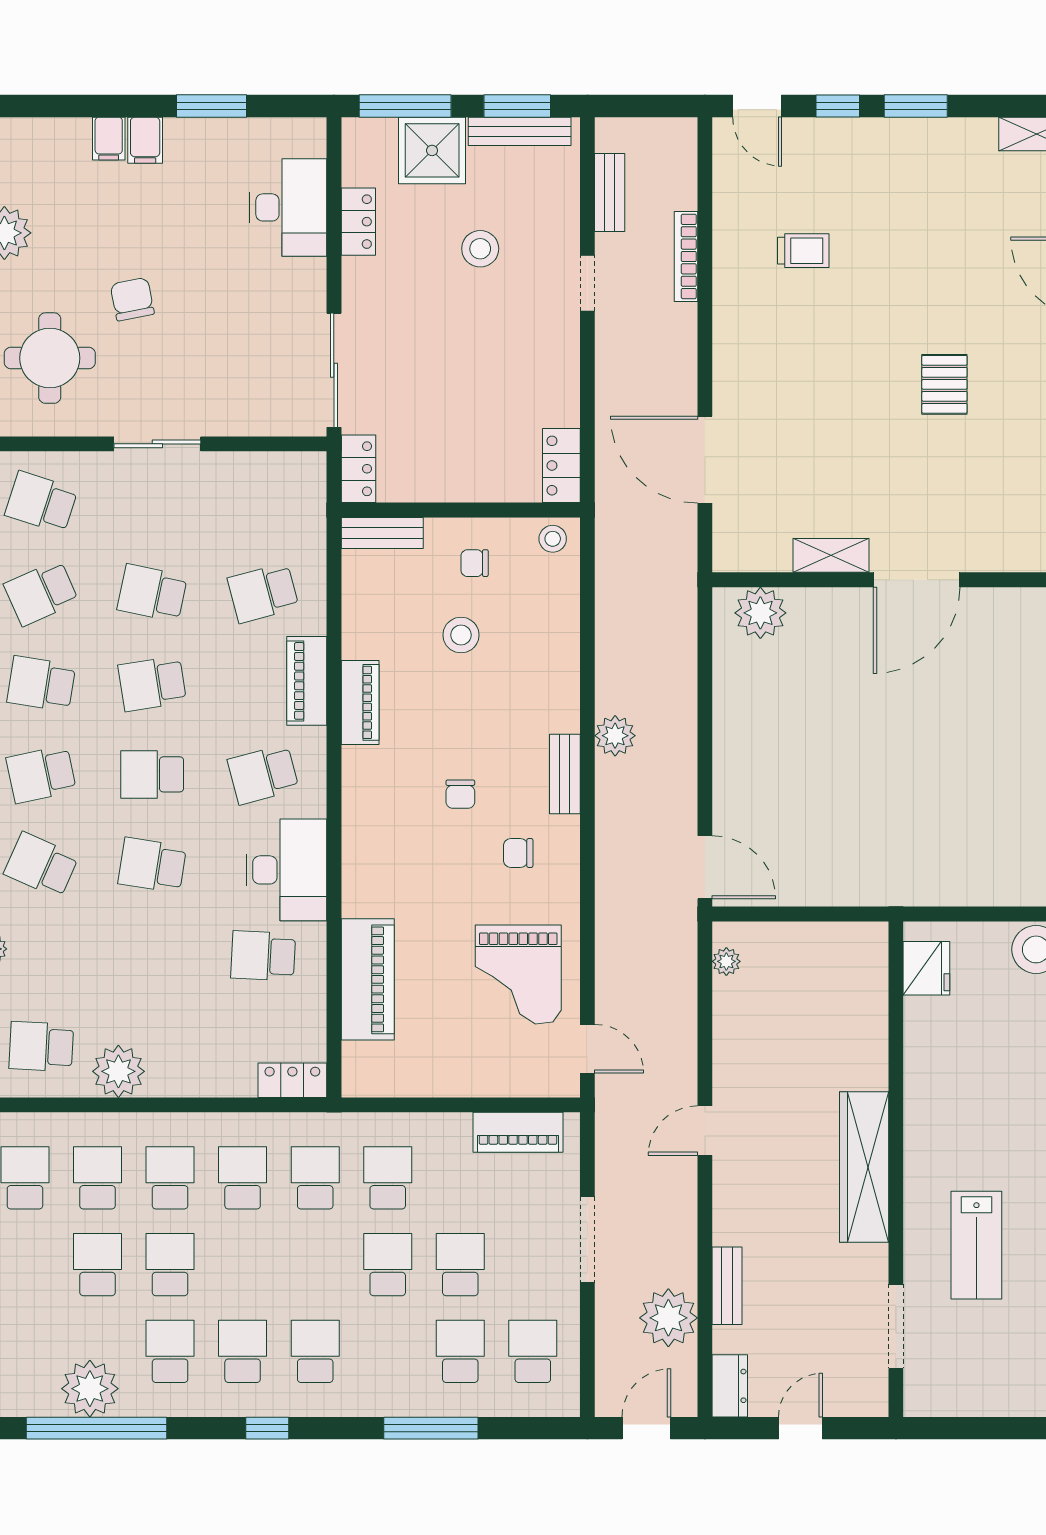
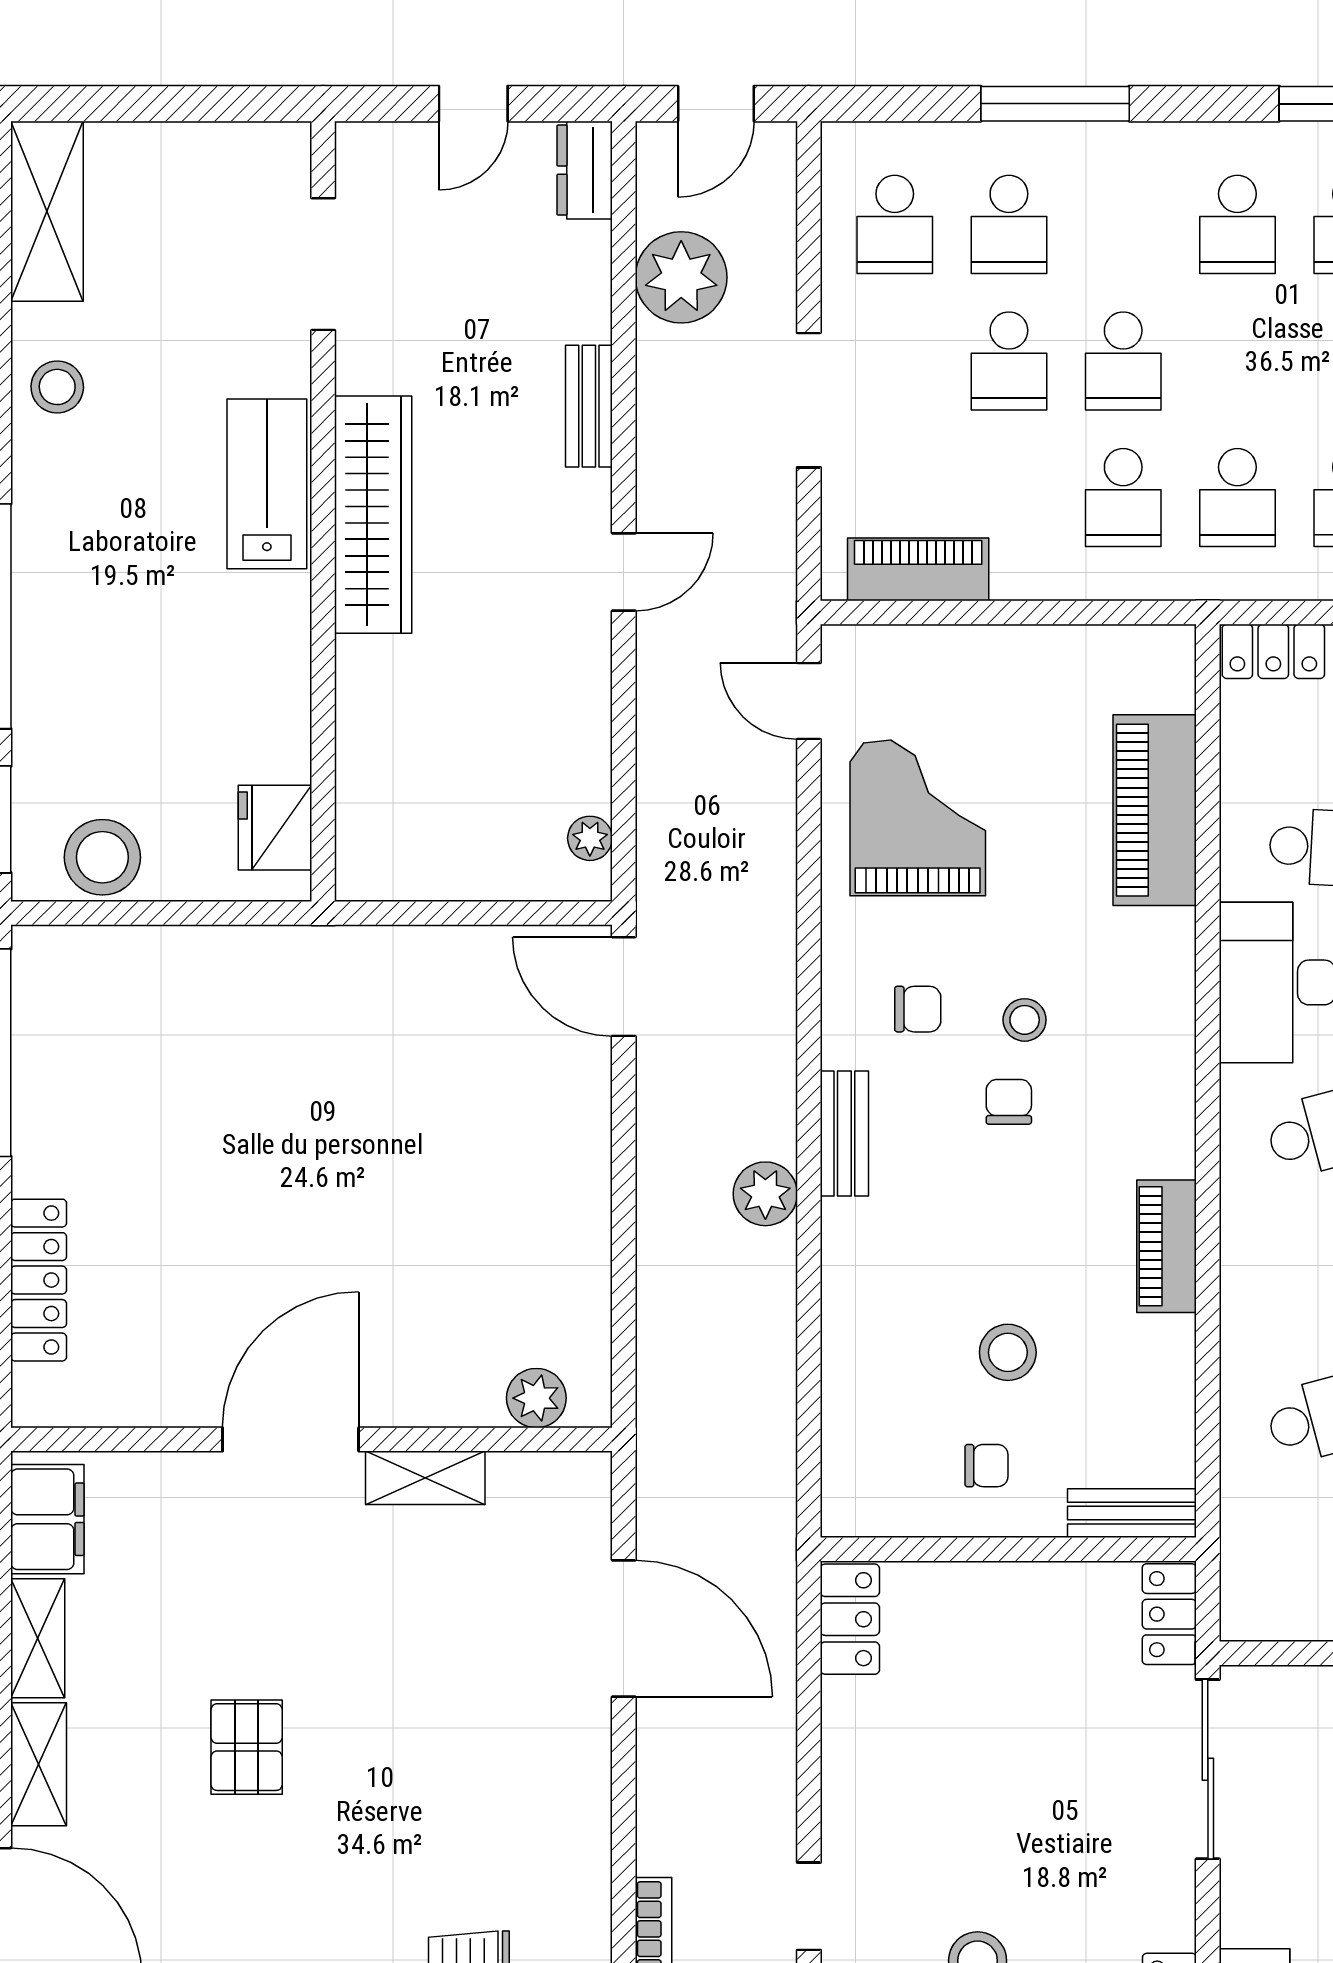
stool: (553, 539) -> (1025, 1020), moved
plant: (760, 613) -> (536, 1398), width x0.73, depth x0.73
piano: (307, 681) -> (1251, 1280), removed
lab bench: (976, 1245) -> (267, 484), moved
bench: (727, 1286) -> (589, 406), moved

